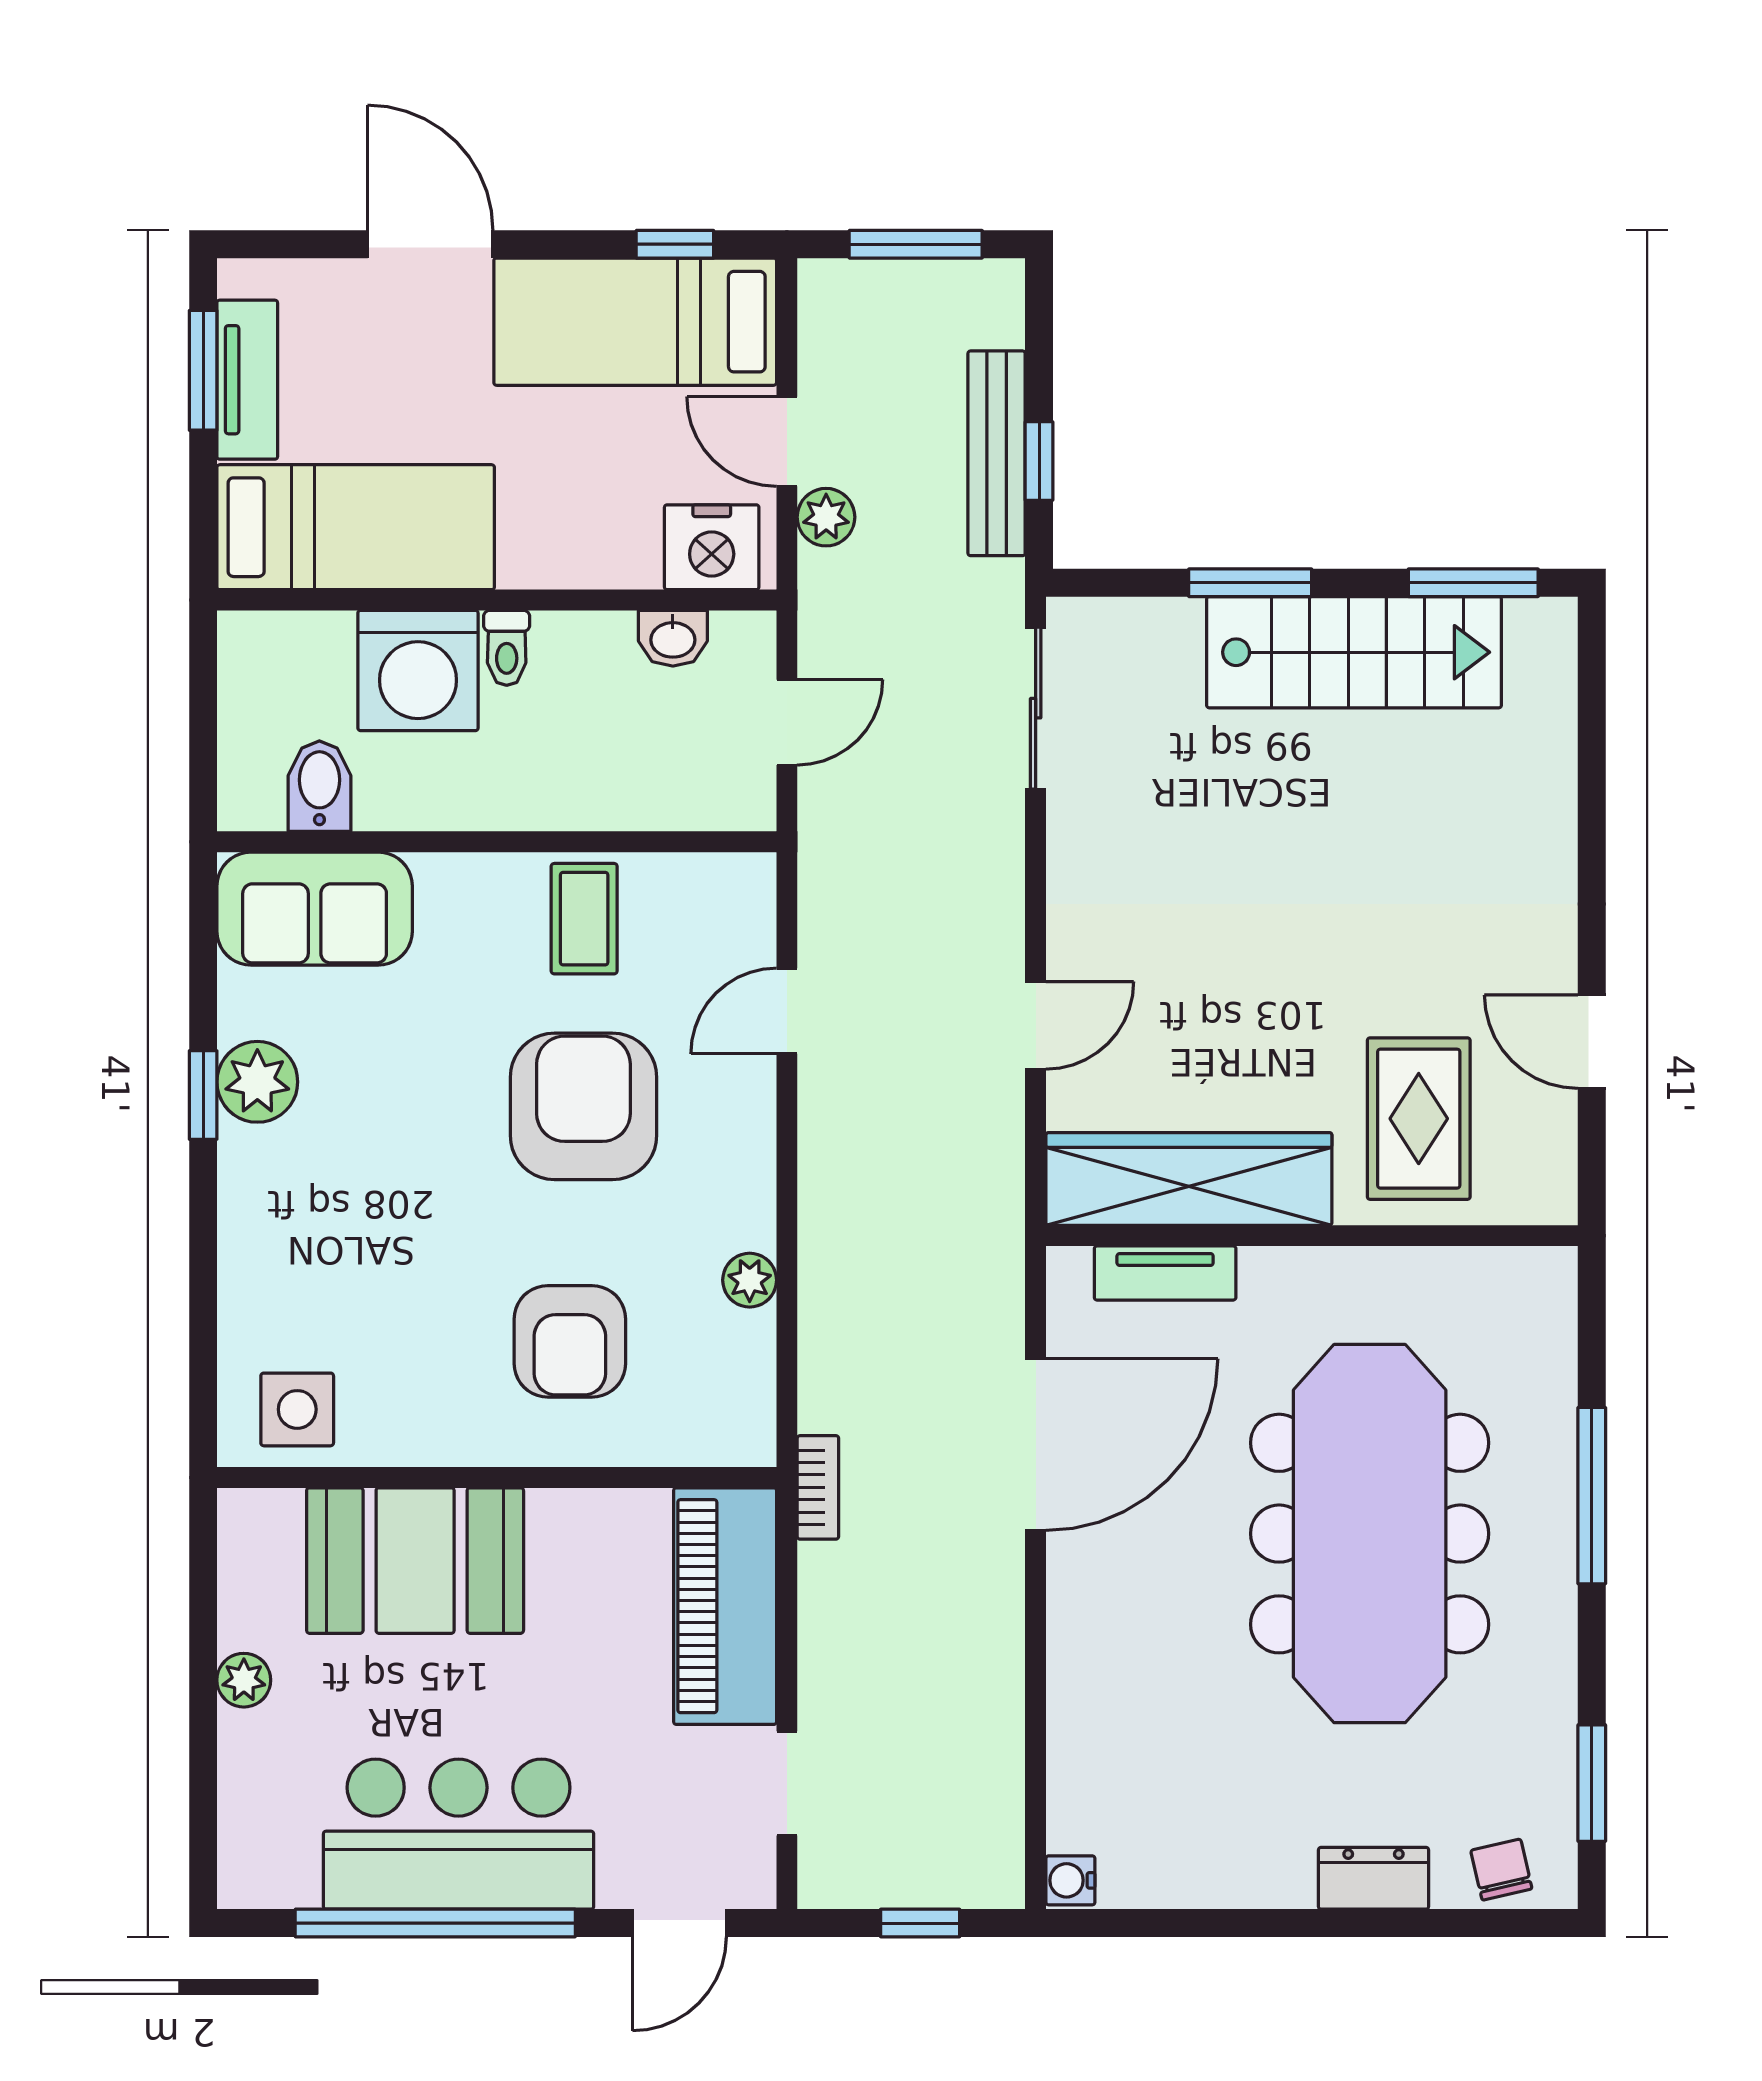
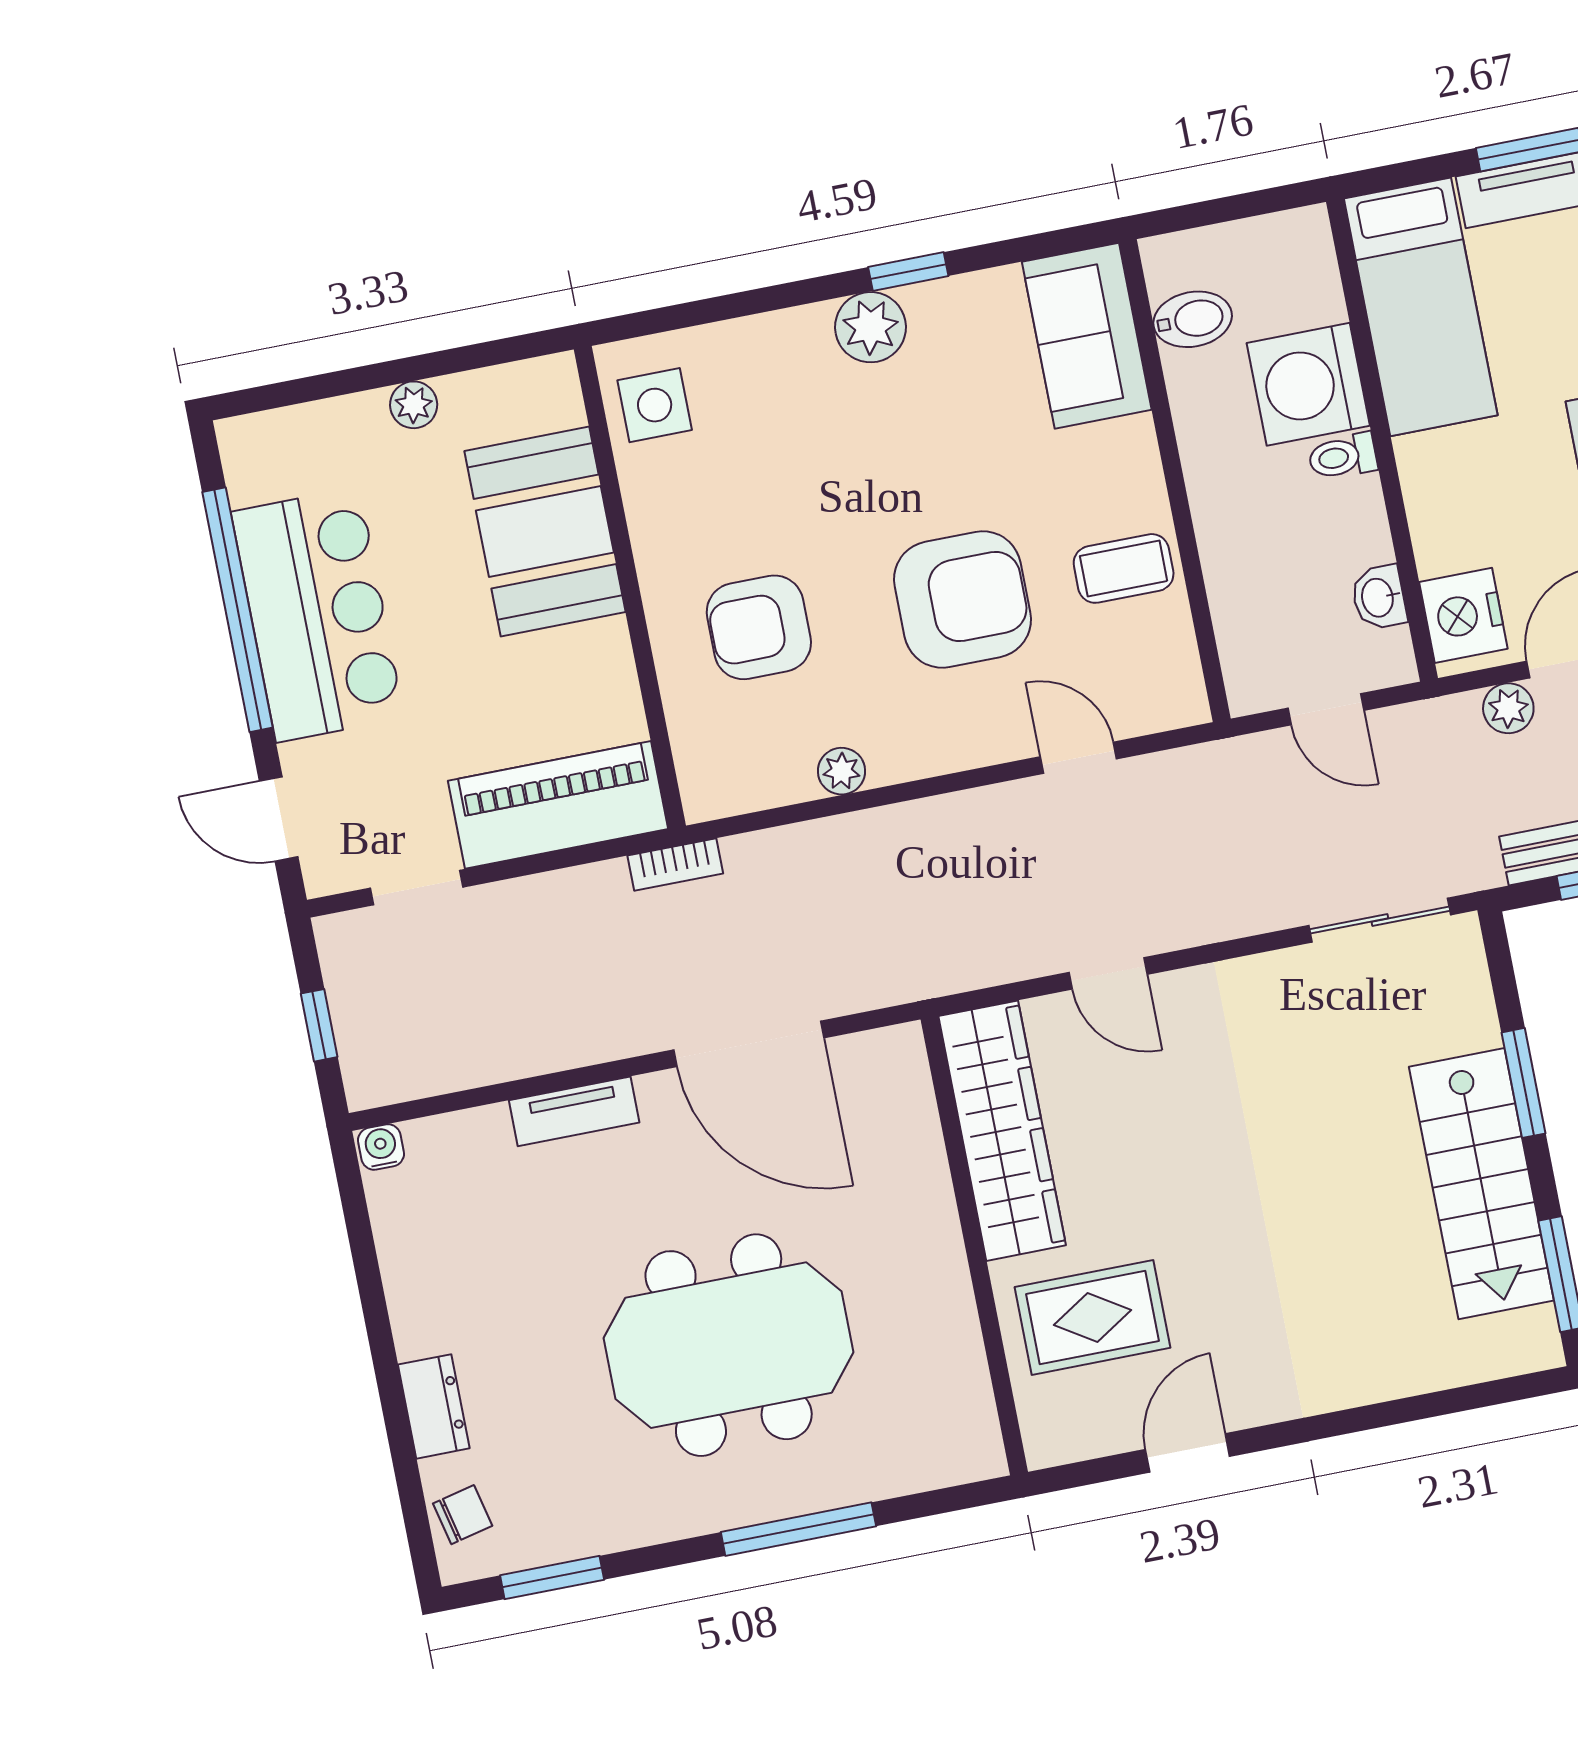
plant: (257, 1082) -> (871, 327), moved
tv unit: (1165, 1273) -> (574, 1111), moved, turned -90
meeting table: (1370, 1534) -> (729, 1345), width x0.73

